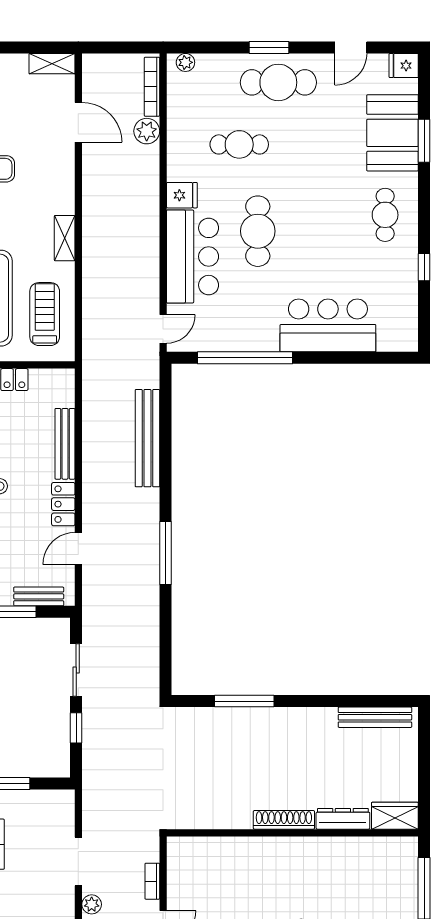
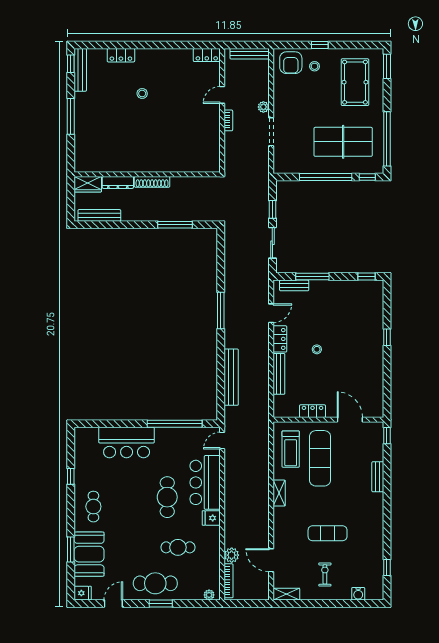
wardrobe: (395, 816) -> (88, 184), moved
dresser: (343, 819) -> (118, 182), moved
shoe rack: (284, 820) -> (152, 182), moved
wall: (292, 833) -> (147, 174), moved

